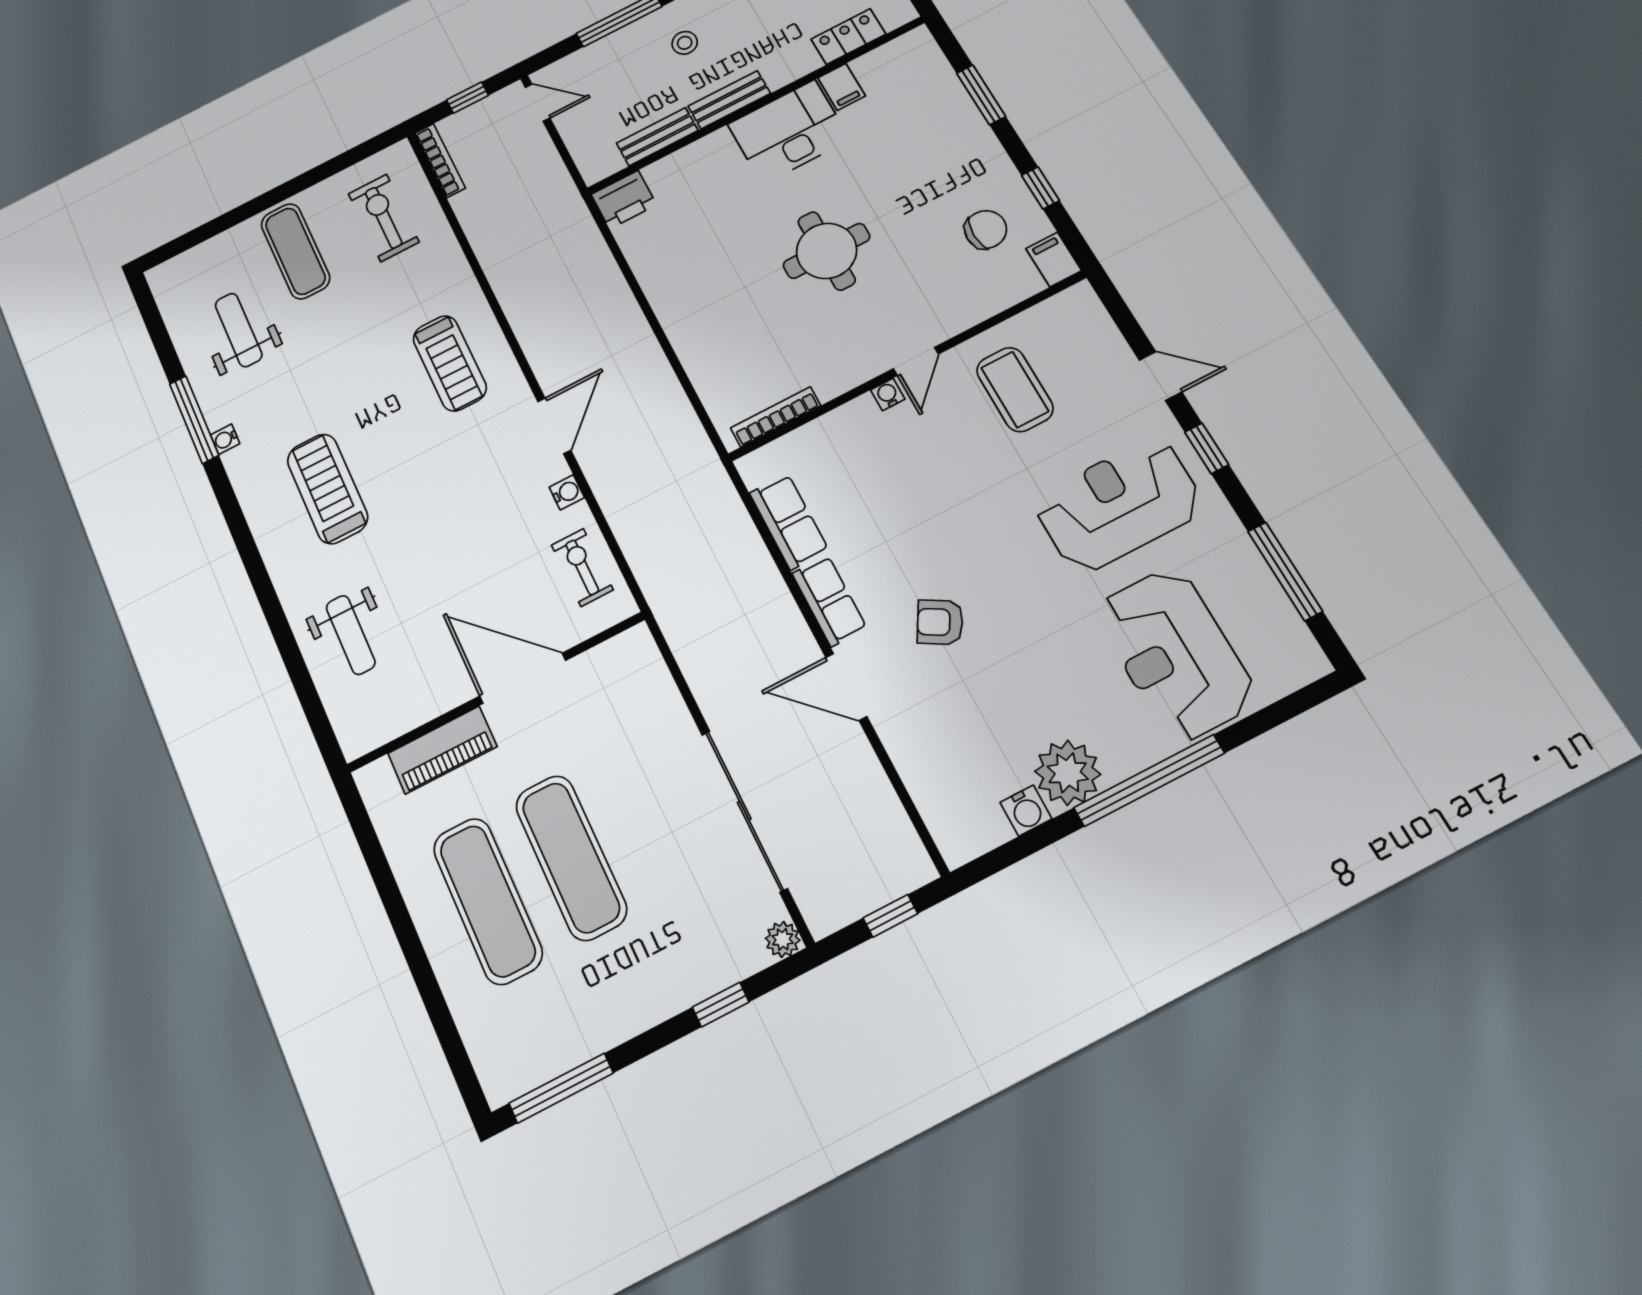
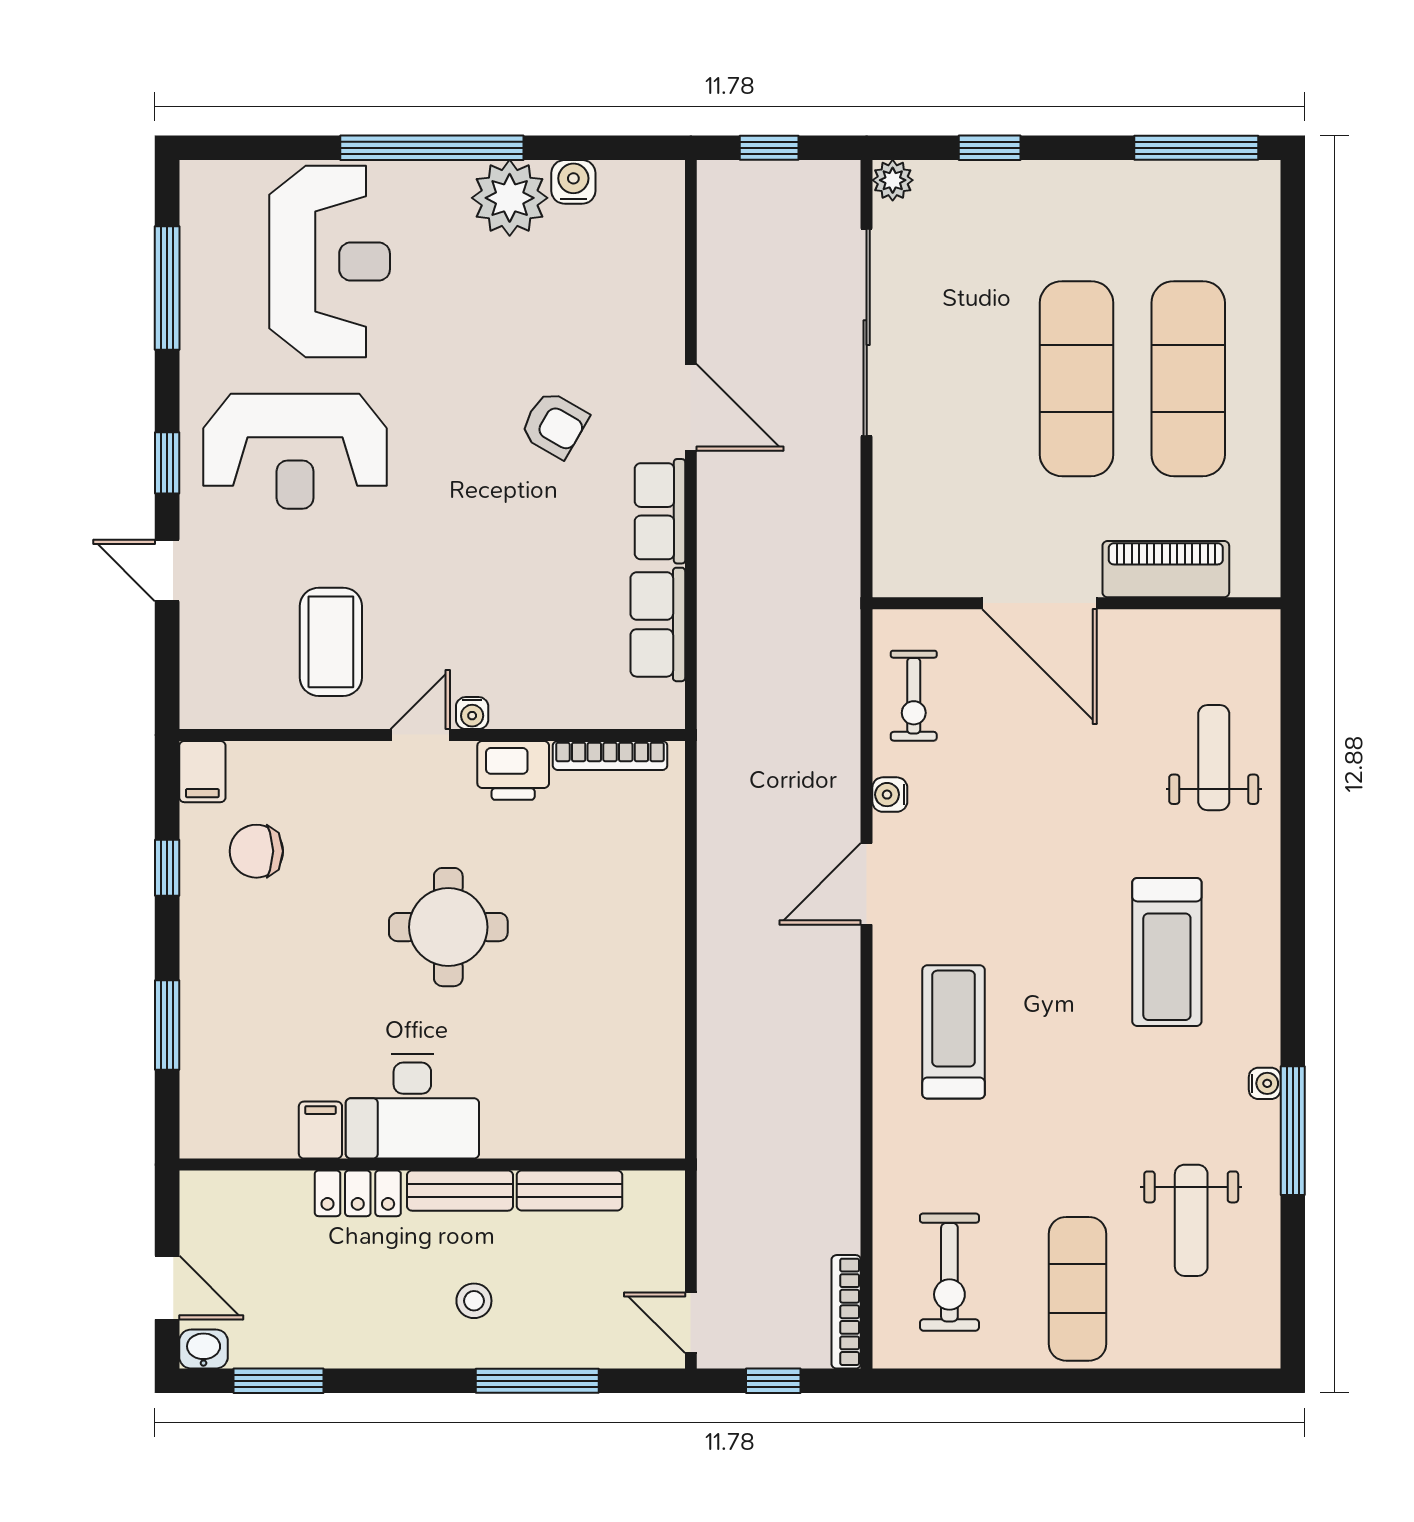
locker: (848, 37) -> (358, 1193), moved
printer: (624, 200) -> (513, 770), moved, turned 180

